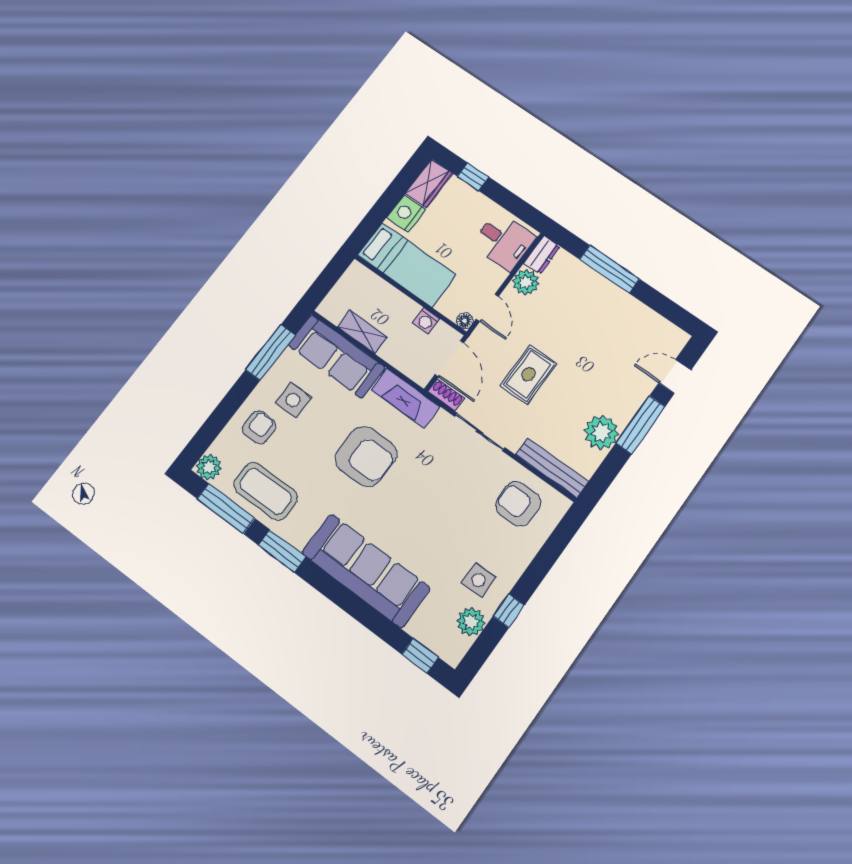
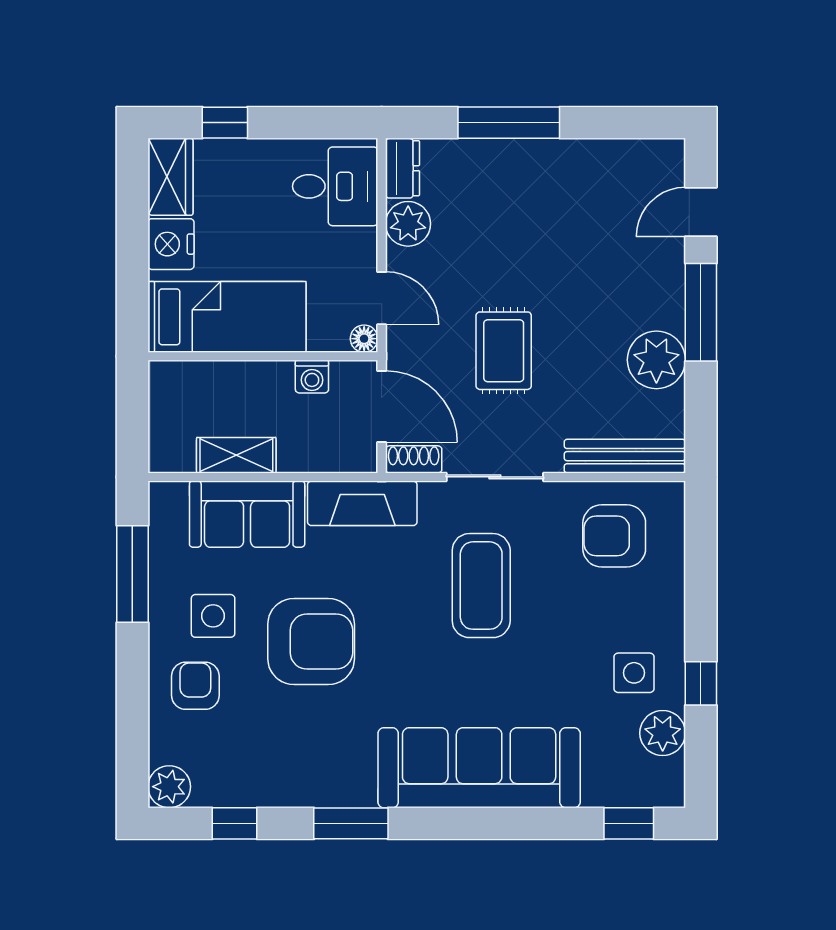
sofa: (336, 356) -> (247, 514), width x0.73
armchair: (366, 456) -> (311, 641), moved
coffee table: (266, 491) -> (481, 586), moved, turned 90
window: (226, 509) -> (234, 823), width x0.46

